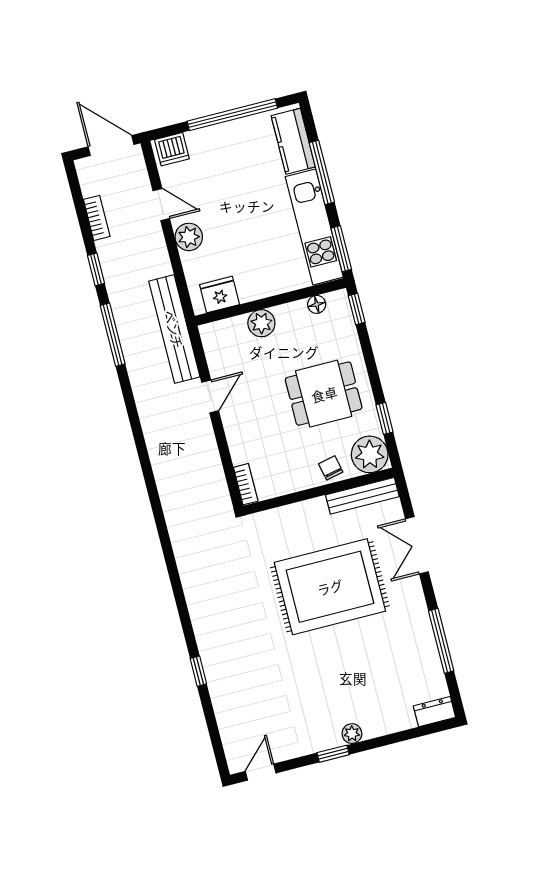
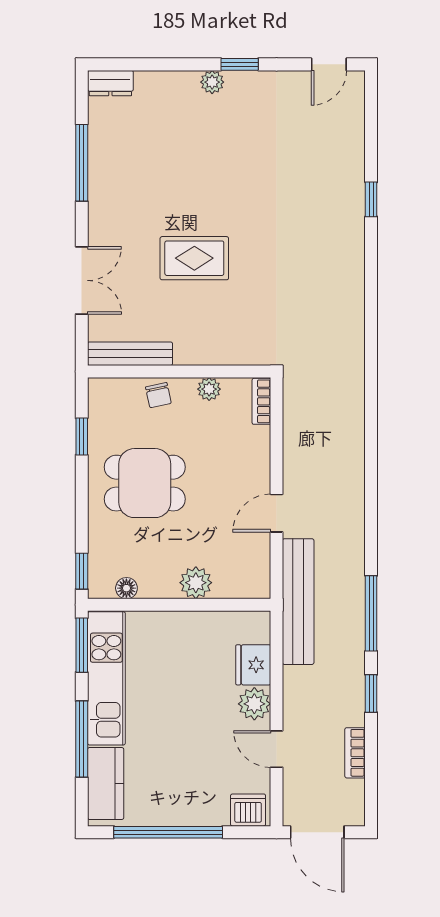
fridge: (220, 295) -> (253, 665), moved, turned 90
plant: (370, 454) -> (209, 389), moved, width x0.53, depth x0.53
rug: (330, 587) -> (194, 258), width x0.54, depth x0.49

